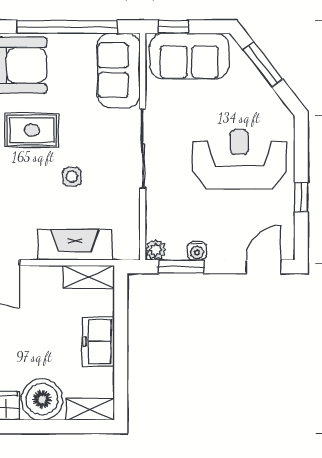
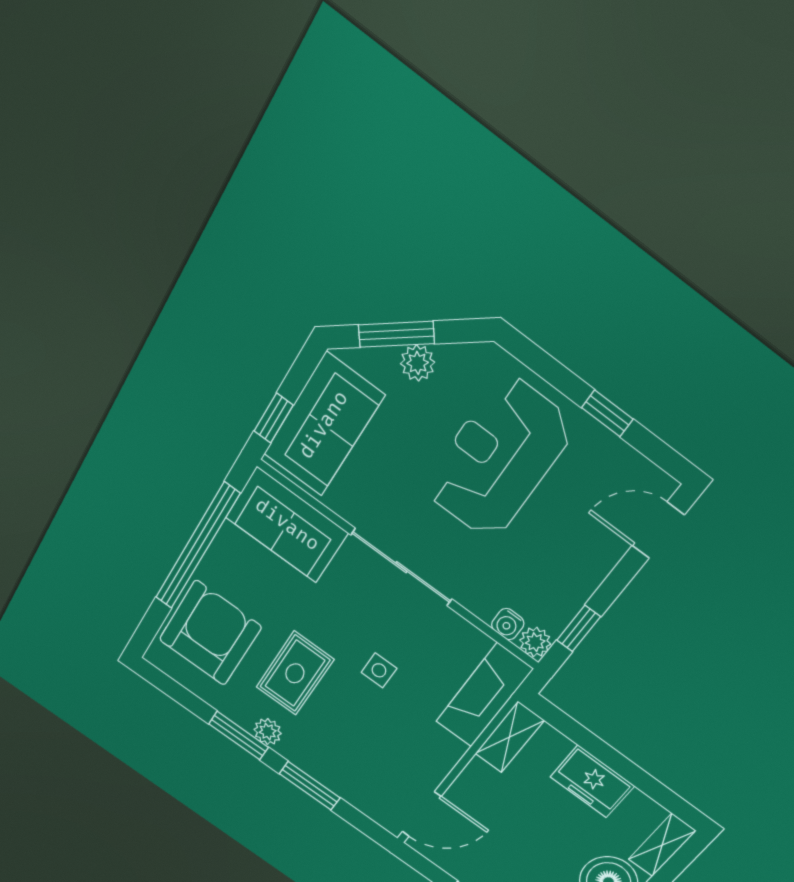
plant: (257, 85) -> (418, 363), added
fireplace: (75, 245) -> (484, 695), moved
water cooler: (197, 251) -> (508, 624), moved, turned 90
window: (181, 267) -> (579, 628), width x0.67
door: (263, 267) -> (658, 530), hinge flipped

